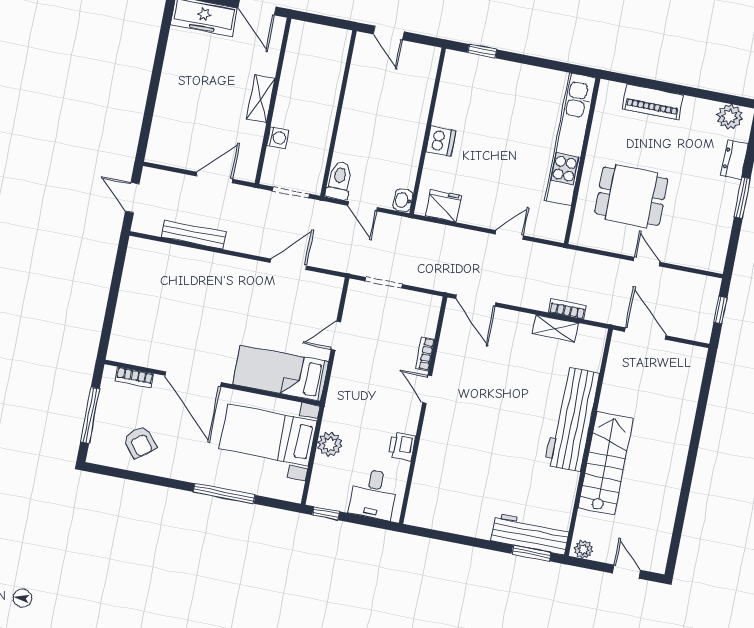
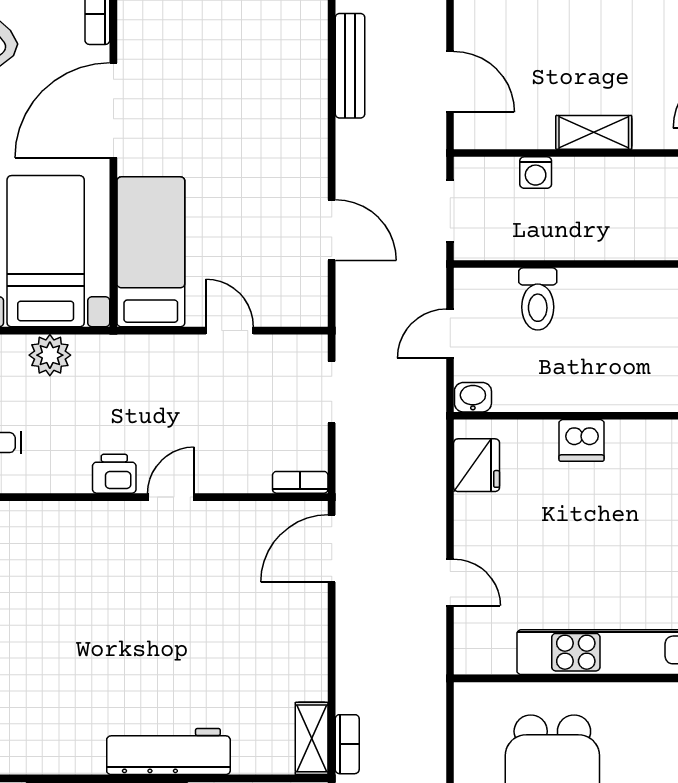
toilet: (339, 180) -> (538, 299), moved, turned 90
bookcase: (567, 309) -> (347, 744), moved
shelving: (555, 328) -> (312, 738), moved
bookcase: (425, 354) -> (300, 482), moved
workbench: (572, 419) -> (168, 751), width x0.73, depth x0.76
printer: (402, 446) -> (114, 474), moved

